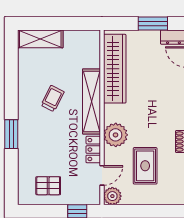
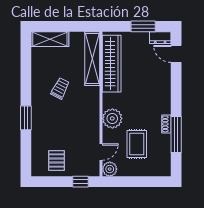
shelving: (91, 101) -> (92, 59), moved
locker: (93, 150) -> (94, 131), removed
pallet: (48, 186) -> (57, 161), turned 90

